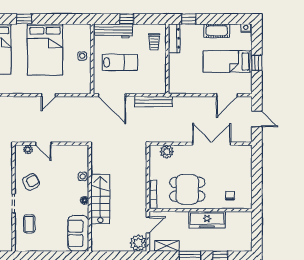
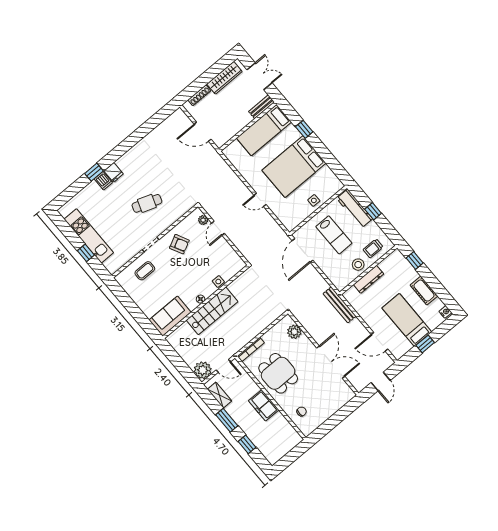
dresser: (174, 38) -> (369, 279), moved
stool: (157, 63) -> (358, 265), added
bench: (154, 102) -> (340, 305), moved
freezer: (207, 220) -> (264, 405), width x0.71

